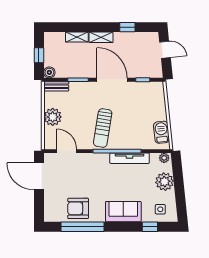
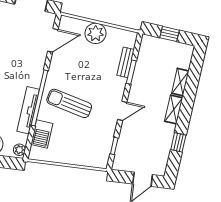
boiler: (49, 72) -> (147, 41), removed
door: (112, 80) -> (122, 111), width x0.53
bench: (56, 86) -> (126, 62), moved
sun lounger: (103, 128) -> (69, 103), moved
barbecue: (161, 132) -> (42, 134), moved, turned 96

